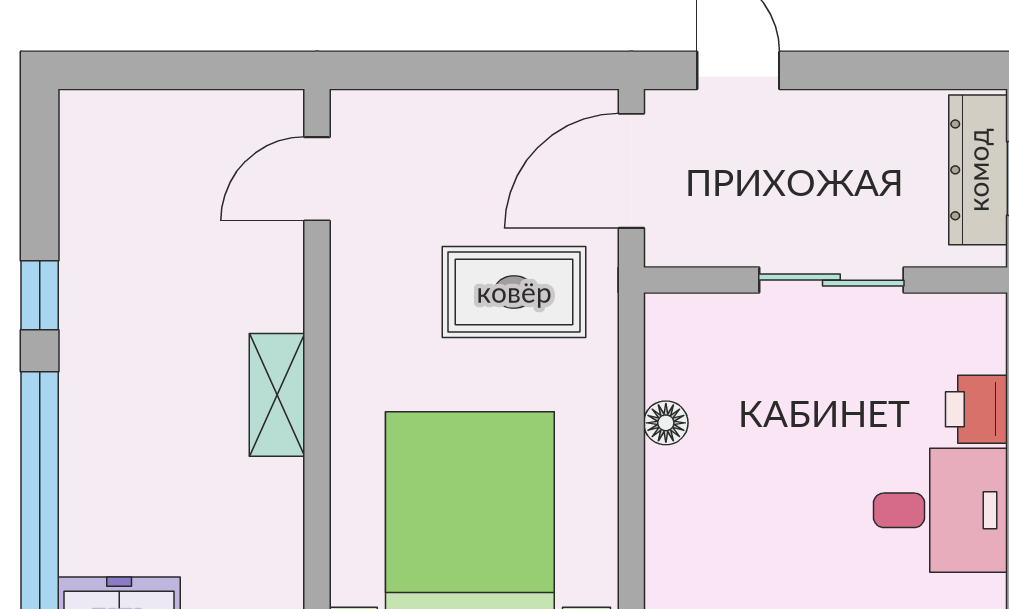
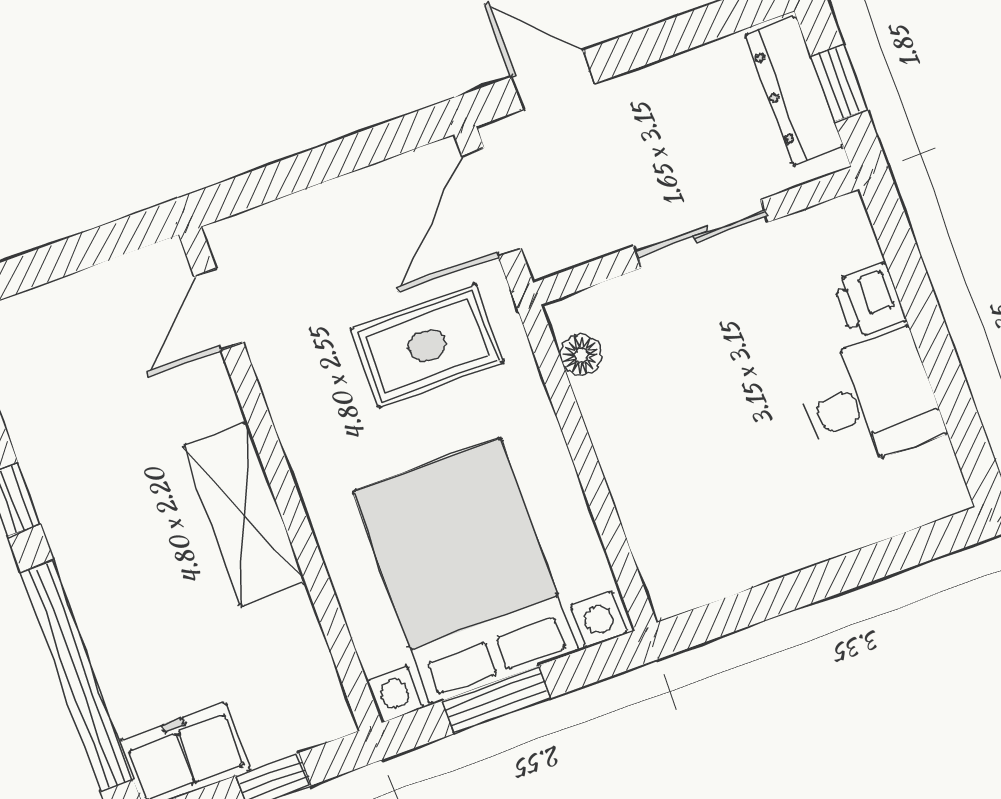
shelving: (277, 395) -> (244, 514), width x1.50, depth x1.33
floor lamp: (666, 423) -> (581, 355), moved

